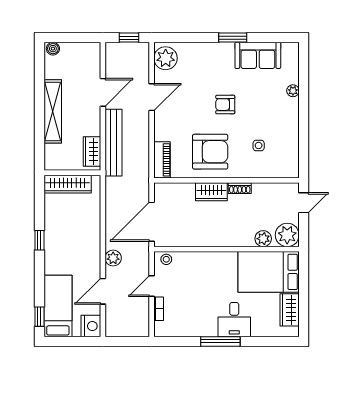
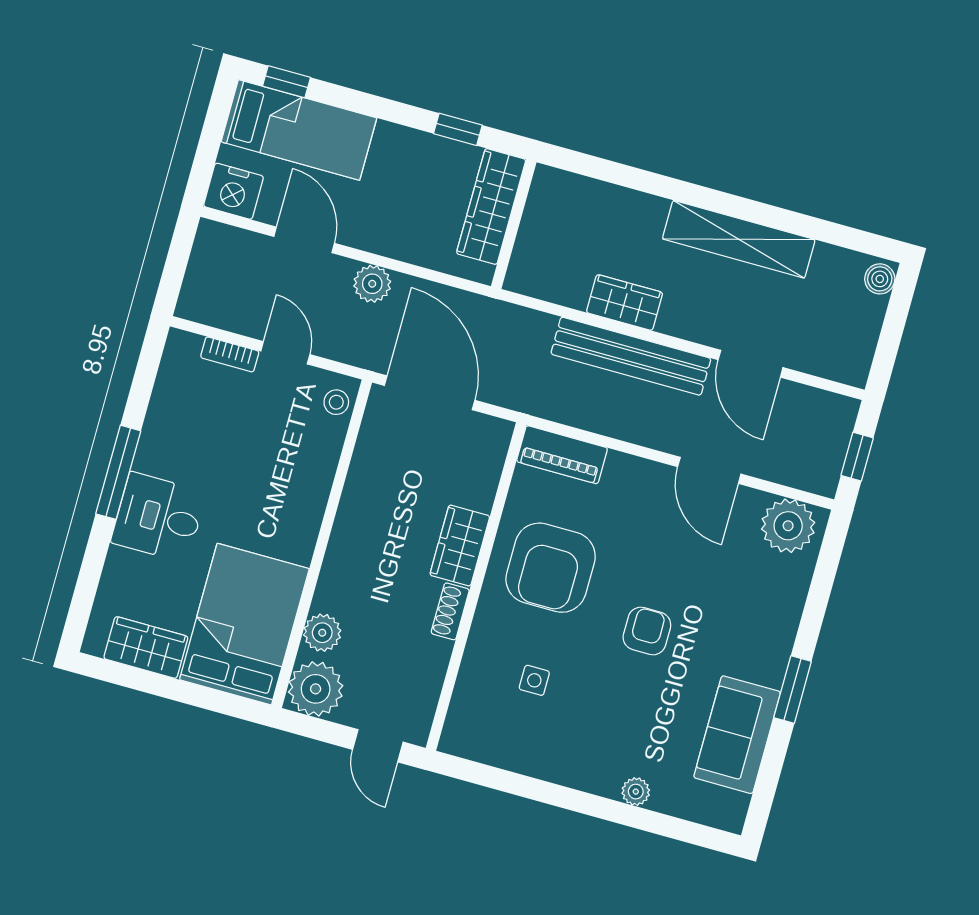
wall: (72, 173) -> (514, 224), moved
wardrobe: (68, 184) -> (491, 207), moved

